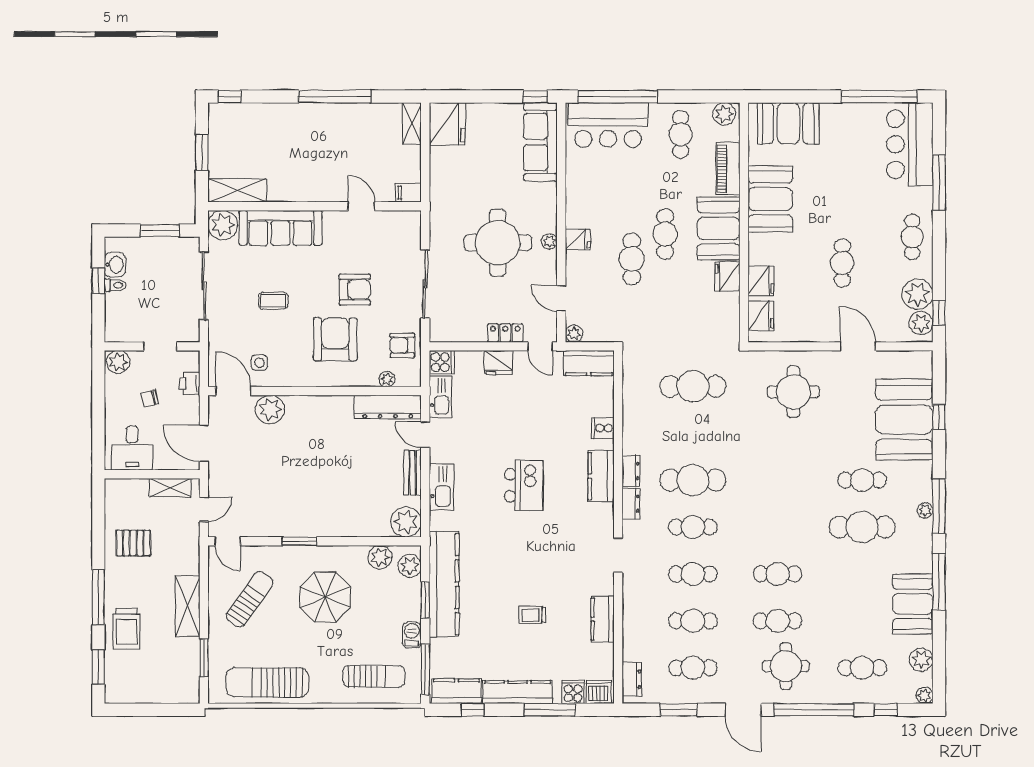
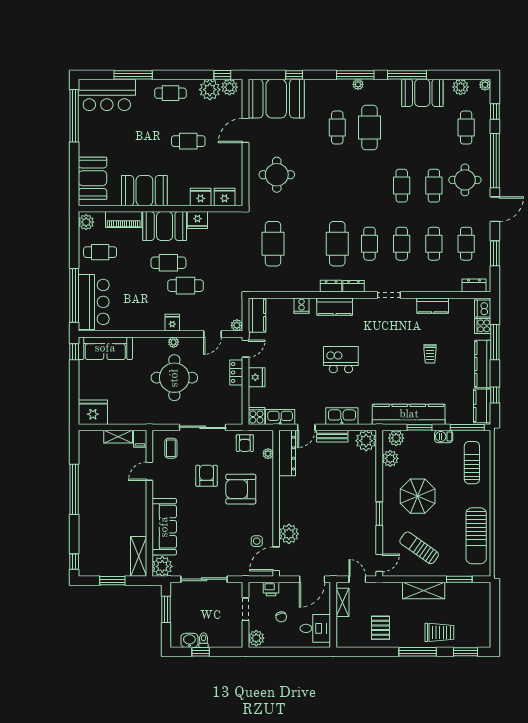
shelving: (412, 124) -> (118, 437), moved
coffee table: (273, 301) -> (171, 448), moved
booth: (904, 420) -> (276, 99), moved

